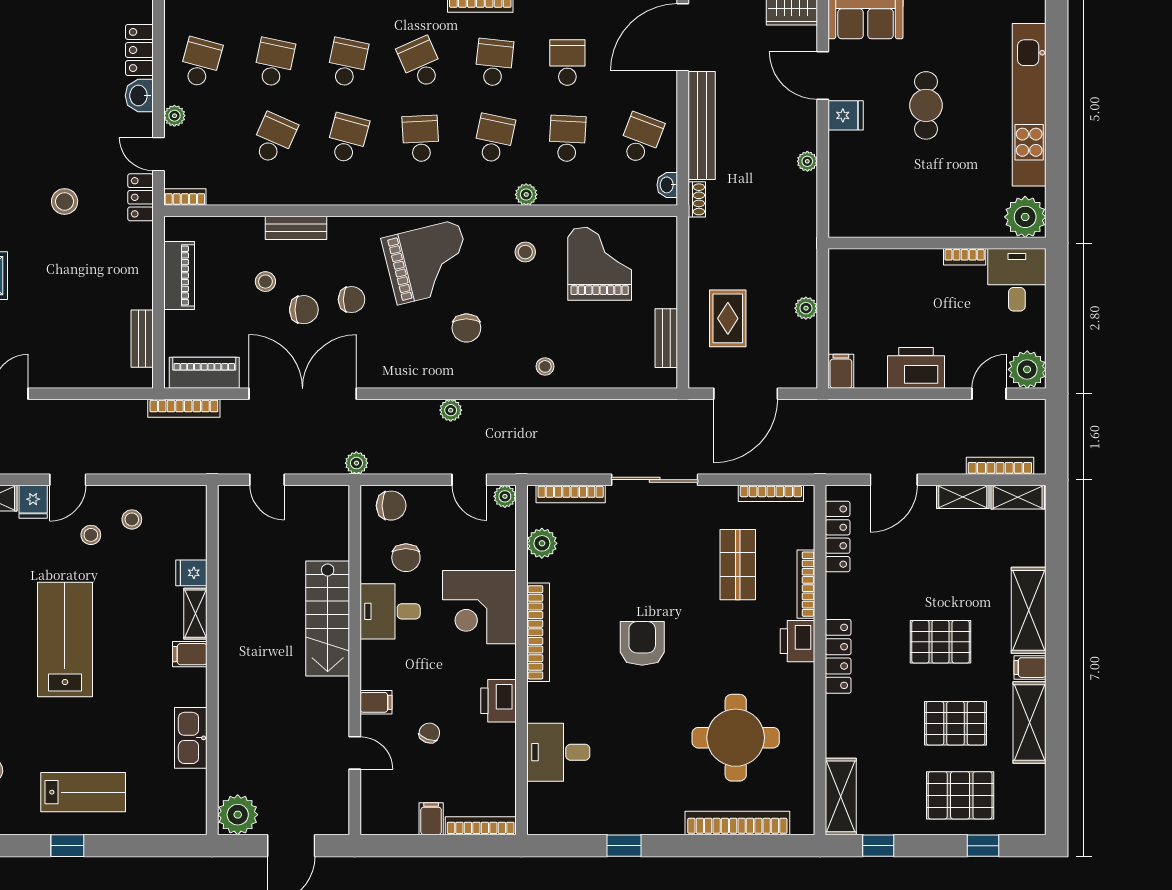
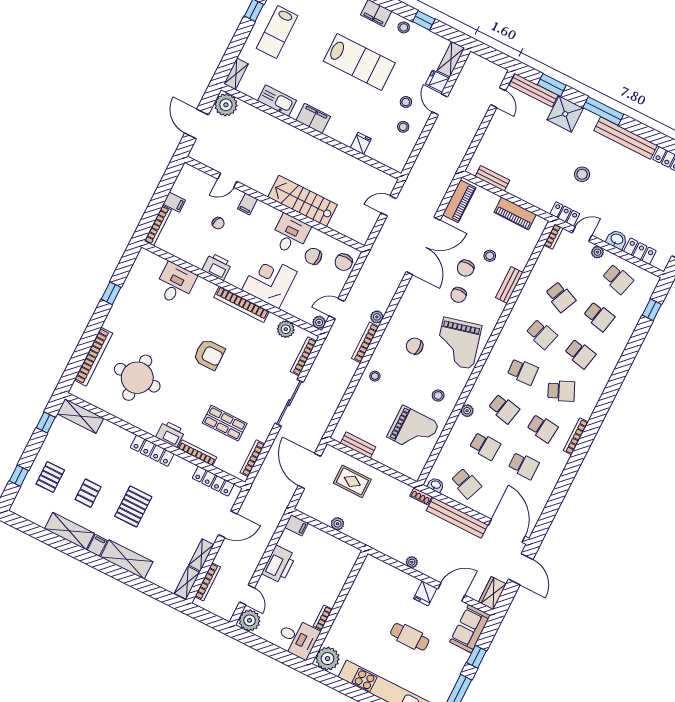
bookcase: (184, 408) -> (365, 342), moved
plant: (356, 463) -> (374, 255), removed
door: (894, 480) -> (228, 524), swing flipped
shelving: (195, 614) -> (236, 74), moved, turned 90
filing cabinet: (190, 654) -> (313, 118), width x2.00
pallet: (955, 723) -> (88, 493), width x0.67, depth x0.71
pallet: (960, 795) -> (50, 477), width x0.67, depth x0.71

